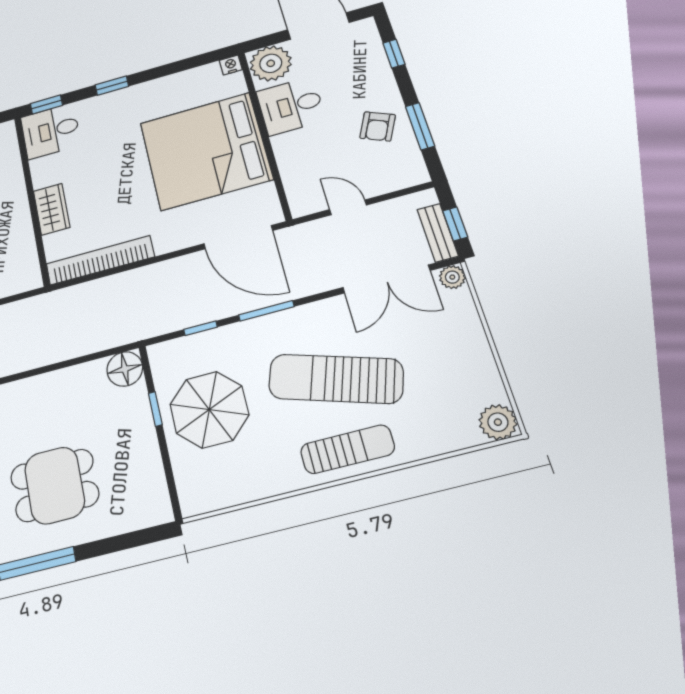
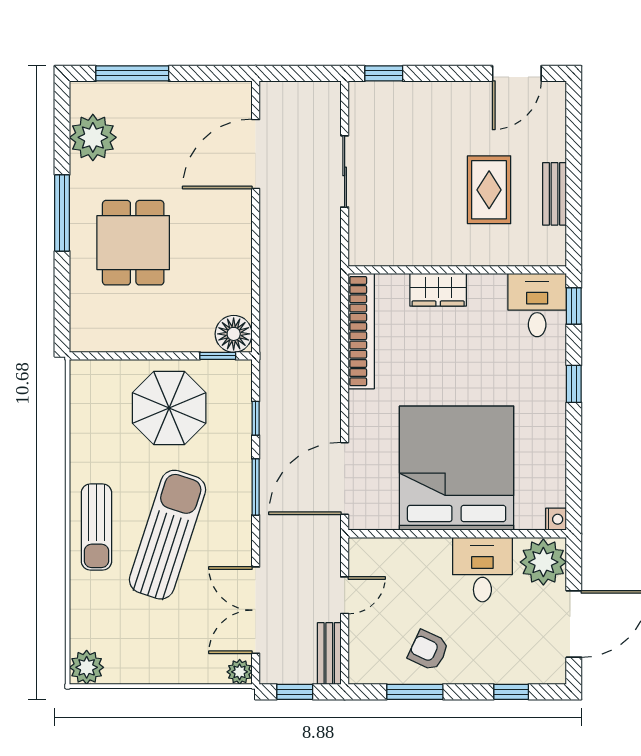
bench: (438, 233) -> (329, 654), moved, turned 90
window: (155, 409) -> (218, 356), moved

